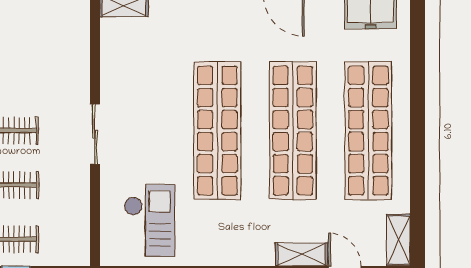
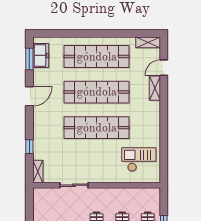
sliding door: (95, 134) -> (74, 185), moved

